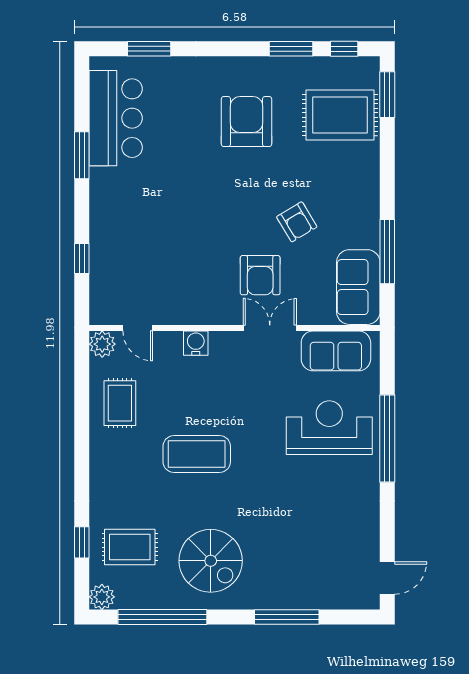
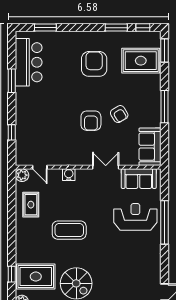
window: (387, 252) -> (164, 107), moved
armchair: (260, 275) -> (91, 121), moved
rug: (130, 547) -> (36, 277), width x1.36, depth x1.43

